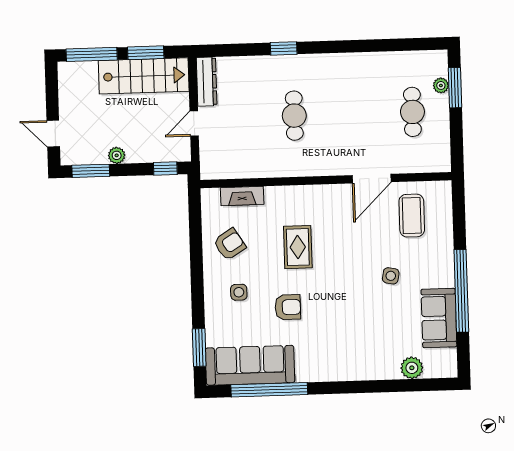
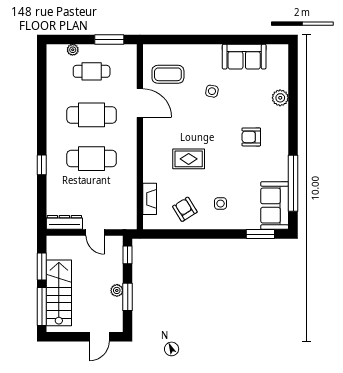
stairs: (144, 76) -> (59, 293), moved
window: (455, 88) -> (109, 39), moved
cafe table: (353, 114) -> (92, 115), added
cafe table: (294, 116) -> (92, 159), width x1.37, depth x1.35
window: (91, 171) -> (128, 297), moved
window: (461, 291) -> (225, 39), removed
armchair: (288, 307) -> (251, 137), moved, turned -90
sofa: (250, 365) -> (275, 206), width x0.73
plant: (412, 368) -> (280, 98), moved

